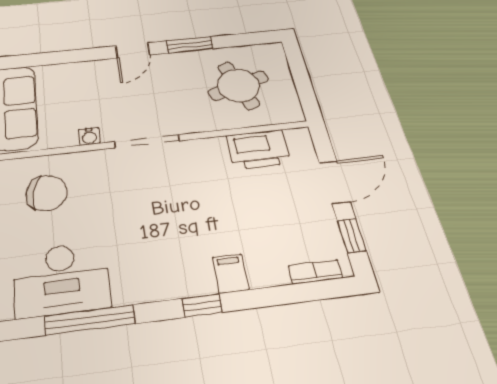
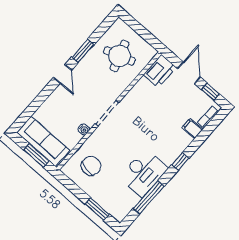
printer: (258, 149) -> (160, 71), moved
filing cabinet: (230, 273) -> (192, 128), moved
desk: (61, 279) -> (144, 173), moved

